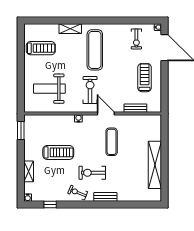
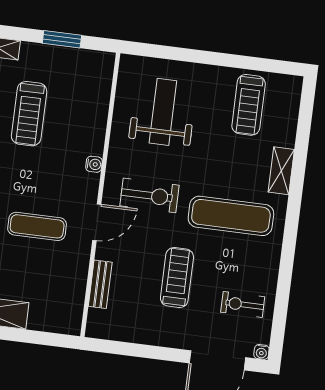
treadmill: (145, 78) -> (177, 278), moved, turned -90
window: (21, 130) -> (62, 39), moved

